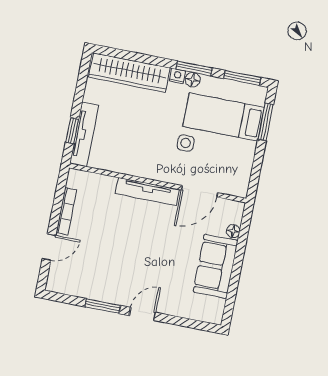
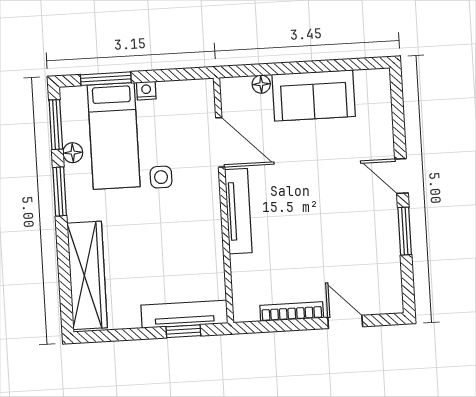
nightstand: (177, 76) -> (146, 91), moved, turned 90
floor lamp: (193, 80) -> (73, 153), moved

